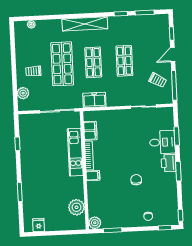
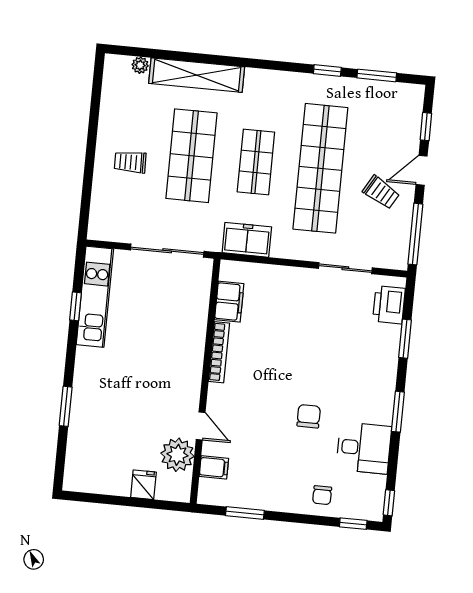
shelving: (85, 24) -> (197, 75), moved
shop shelf: (124, 61) -> (320, 168), width x2.00, depth x1.36
trolley: (158, 80) -> (381, 192), moved
plant: (23, 93) -> (102, 204), removed
desk: (162, 142) -> (364, 448), moved
kitchen unit: (75, 152) -> (95, 297), moved, turned 180
printer: (169, 163) -> (389, 305), moved
filing cabinet: (93, 176) -> (214, 467), moved
door: (85, 192) -> (201, 426), added
plant: (95, 223) -> (210, 492), removed
fridge: (39, 225) -> (143, 485), moved

